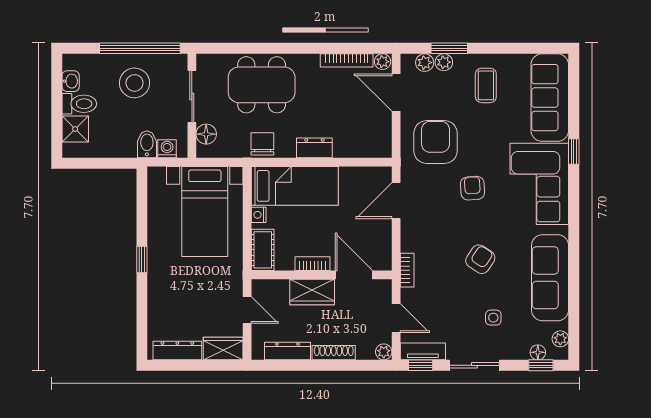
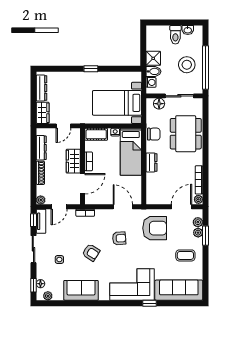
shower: (75, 129) -> (153, 58), moved
armchair: (472, 188) -> (119, 238), moved
sofa: (550, 278) -> (81, 290), width x0.73

